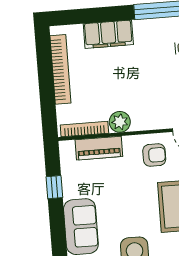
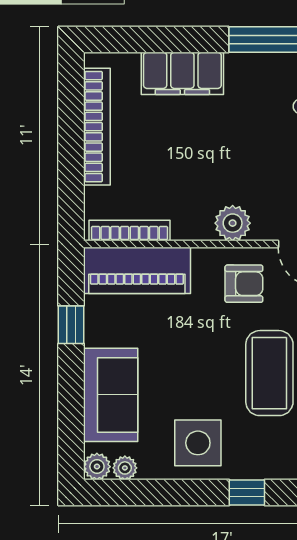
plant: (120, 122) -> (233, 223), moved
piano: (99, 148) -> (137, 270), width x1.37, depth x1.33

